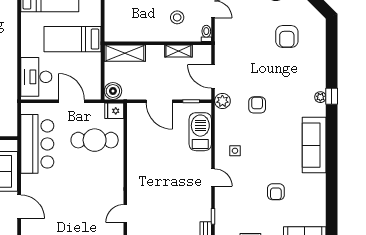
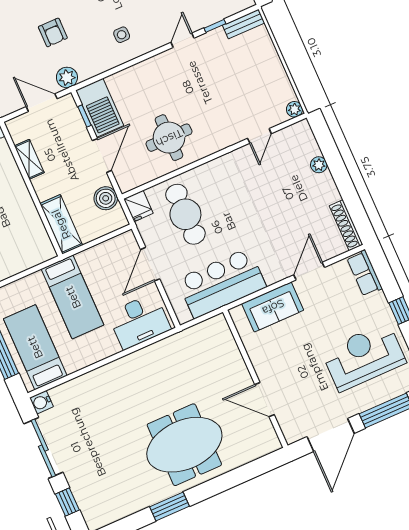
door: (213, 76) -> (42, 103), swing flipped
boiler: (113, 91) -> (106, 198), moved
armchair: (257, 105) -> (53, 32), turned -90
barbecue: (200, 132) -> (100, 108), moved, turned -90
round table: (151, 152) -> (169, 138), added
door: (213, 178) -> (183, 40), moved
door: (125, 214) -> (259, 136), hinge flipped

